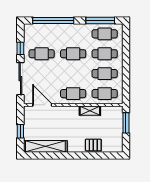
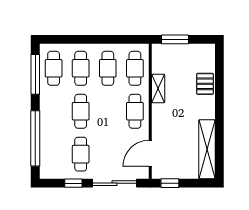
window: (20, 131) -> (170, 183), moved

